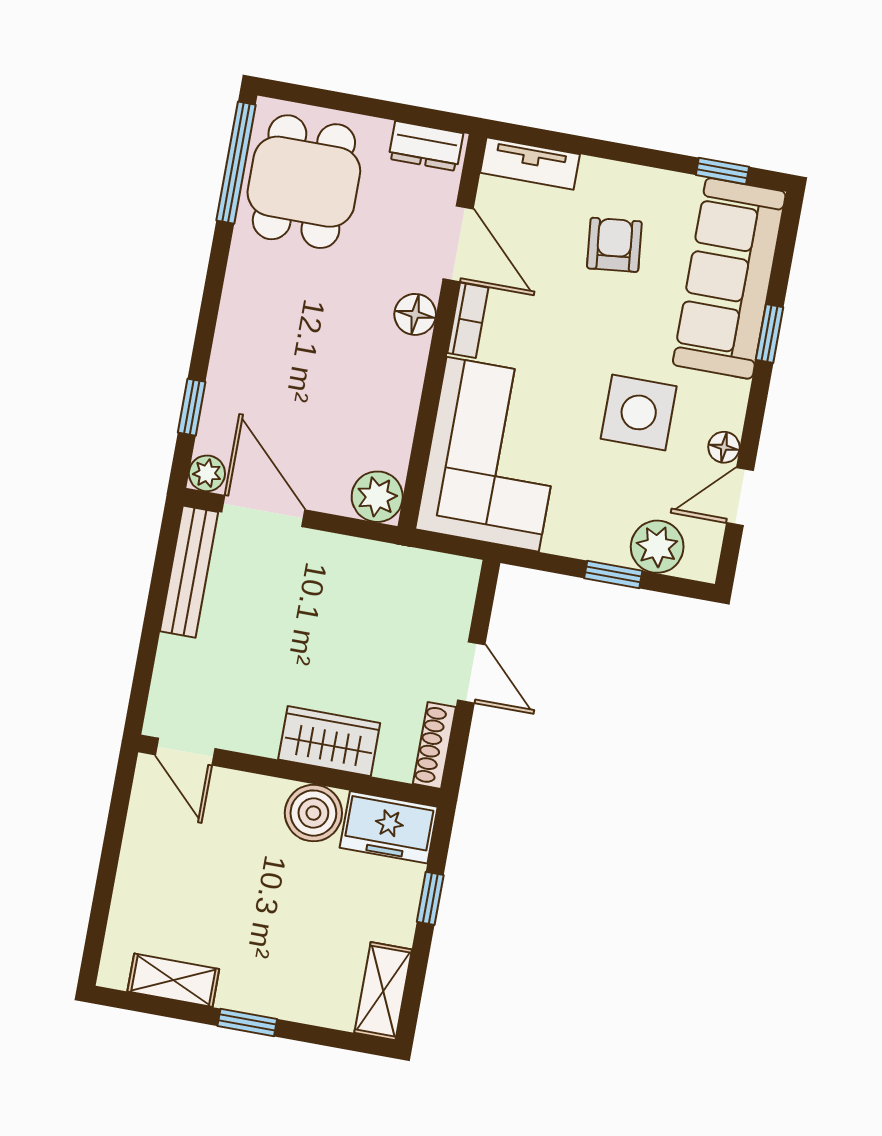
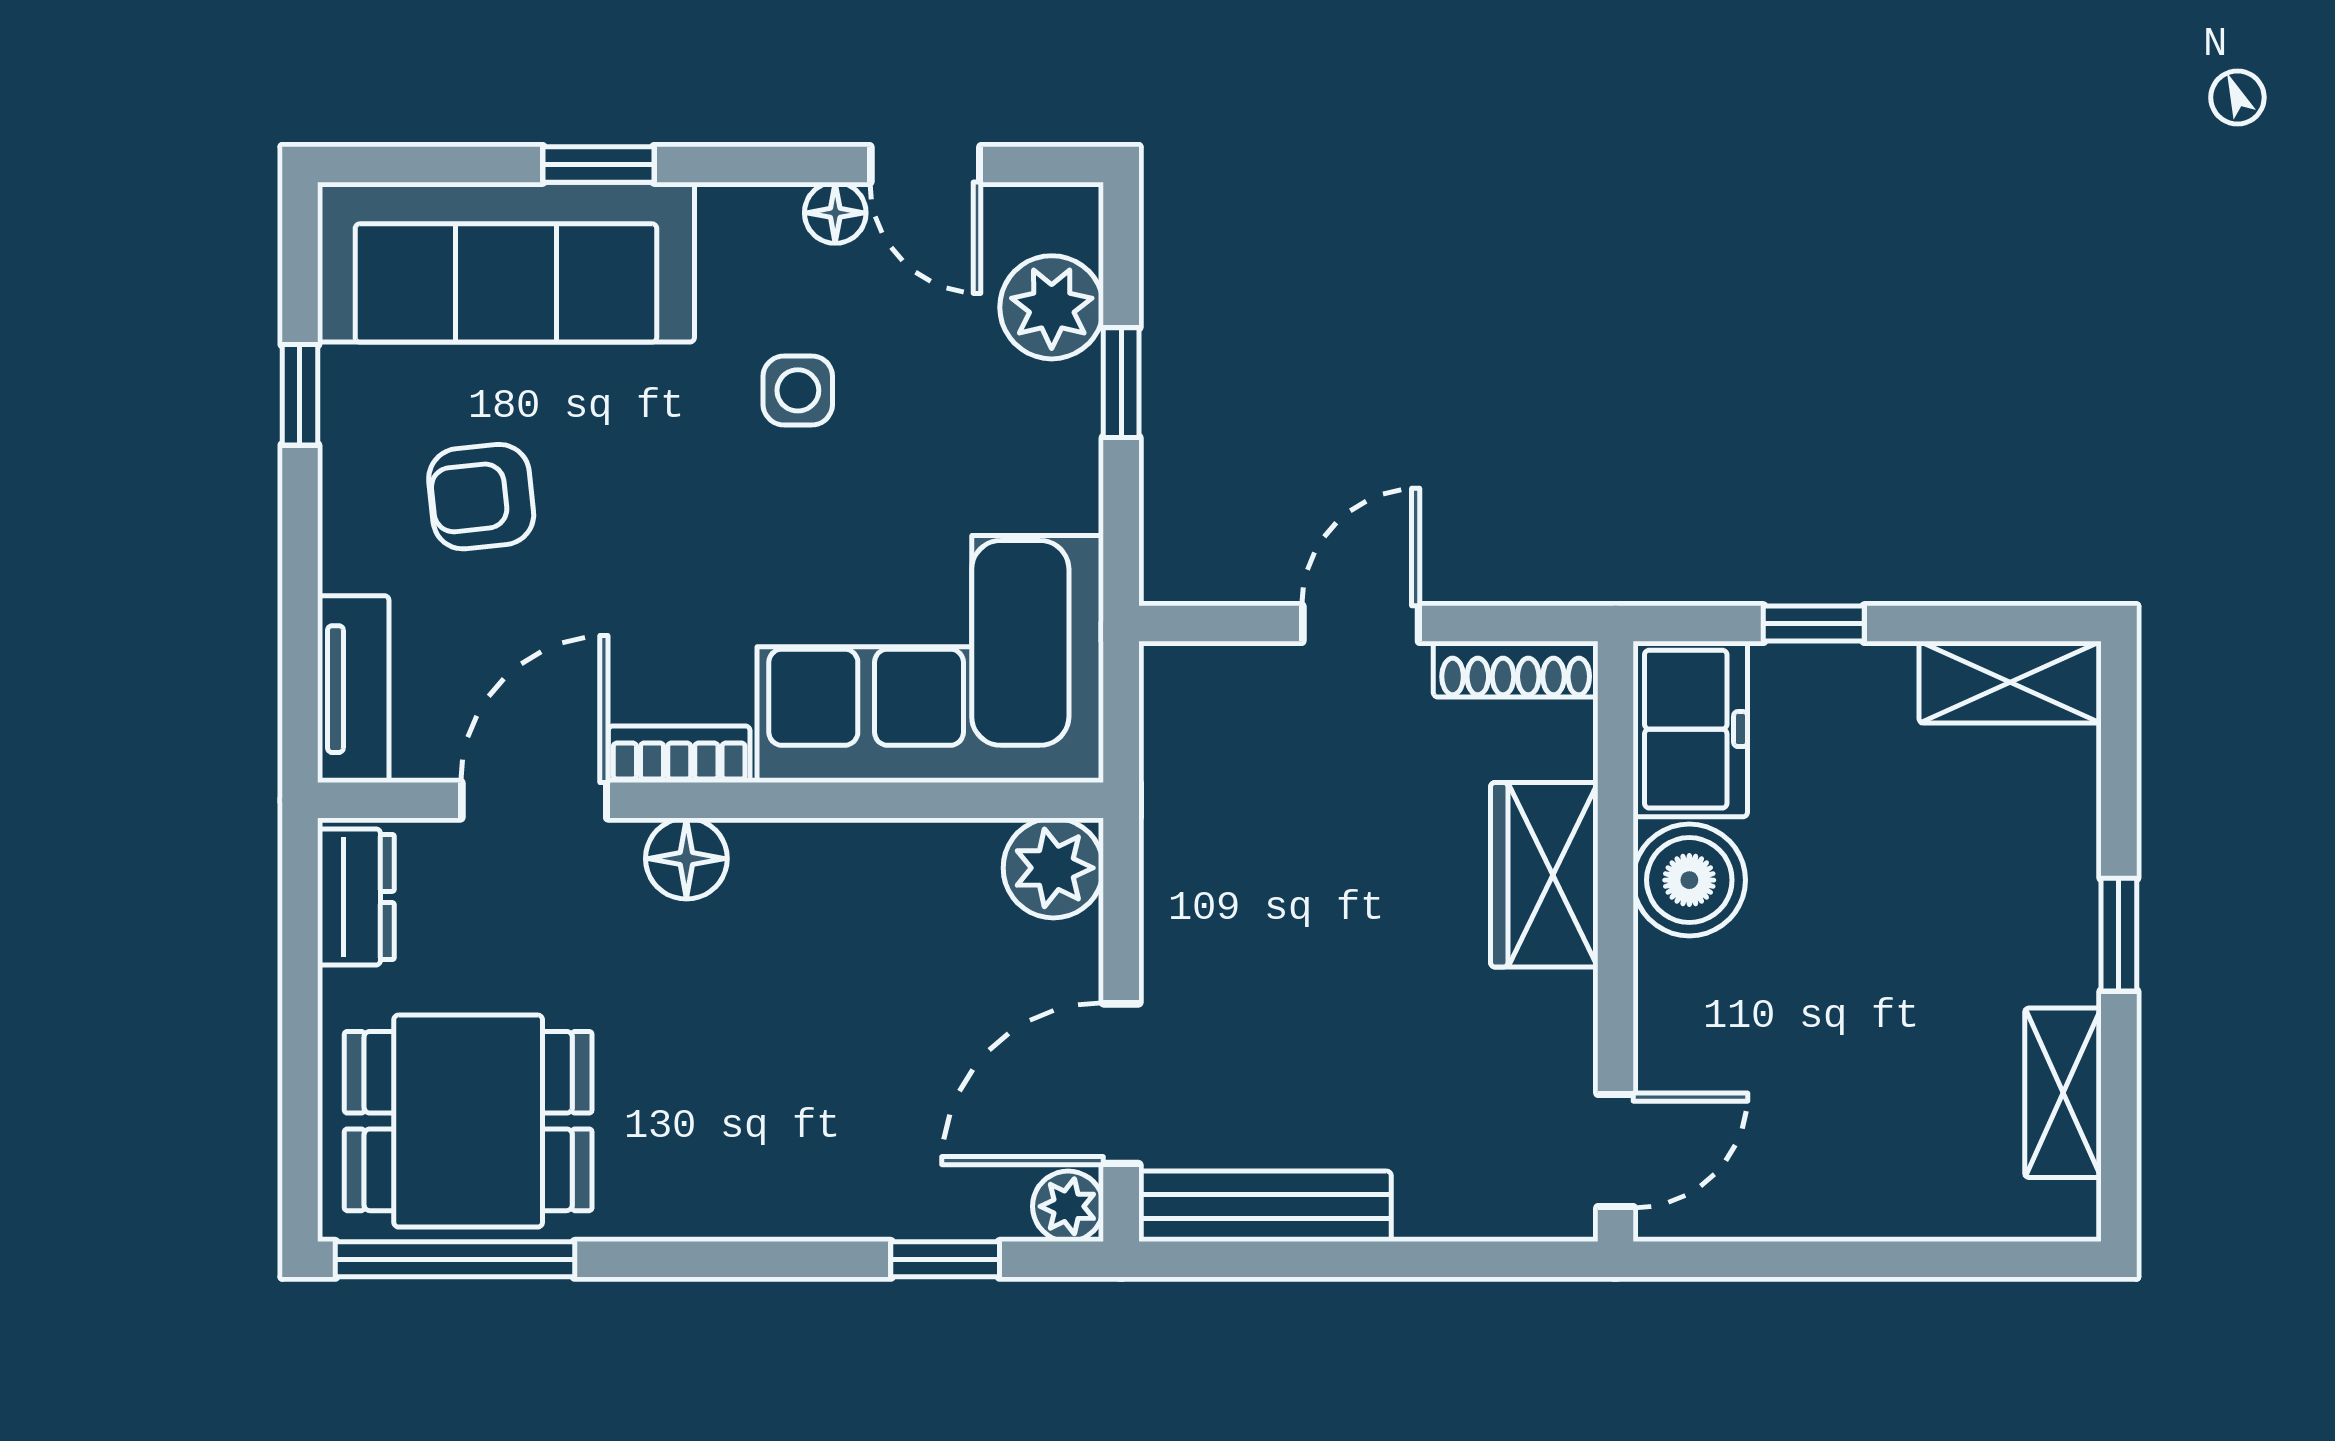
window: (722, 171) -> (300, 395), moved
side table: (639, 412) -> (798, 390), width x0.54, depth x0.54

